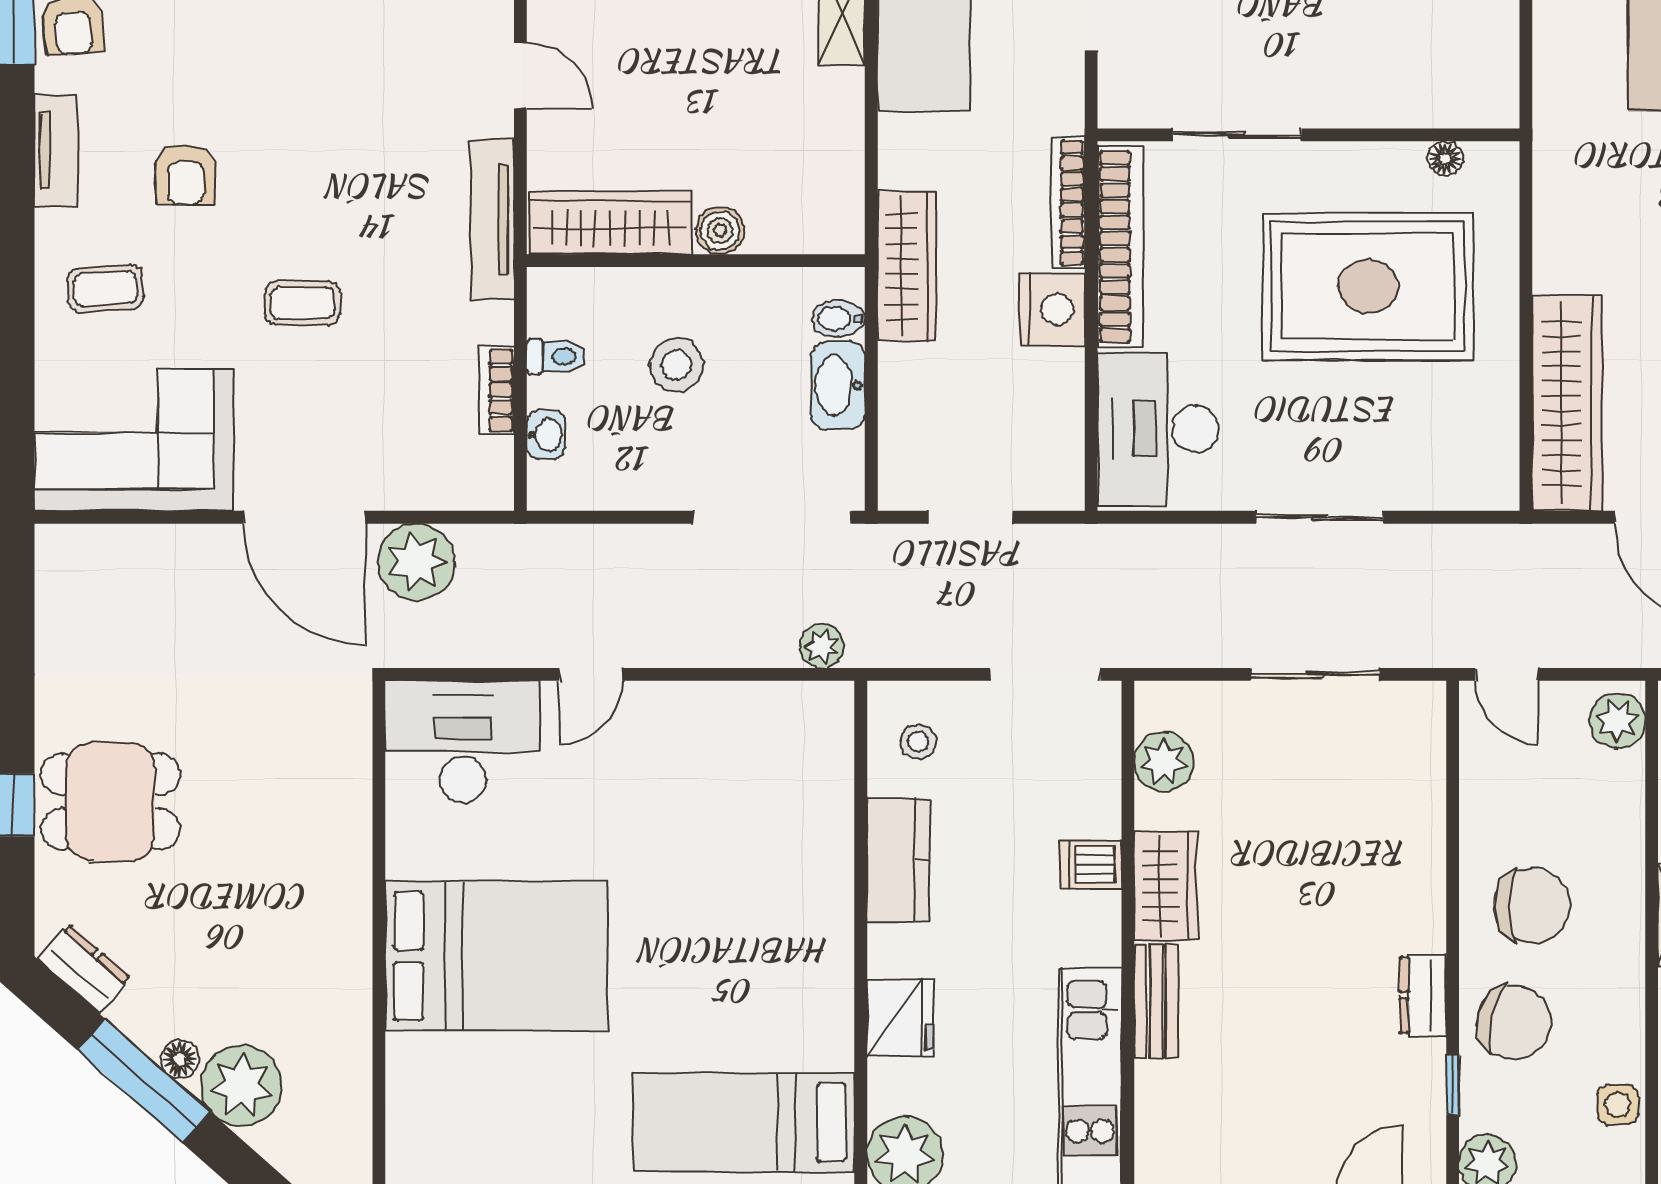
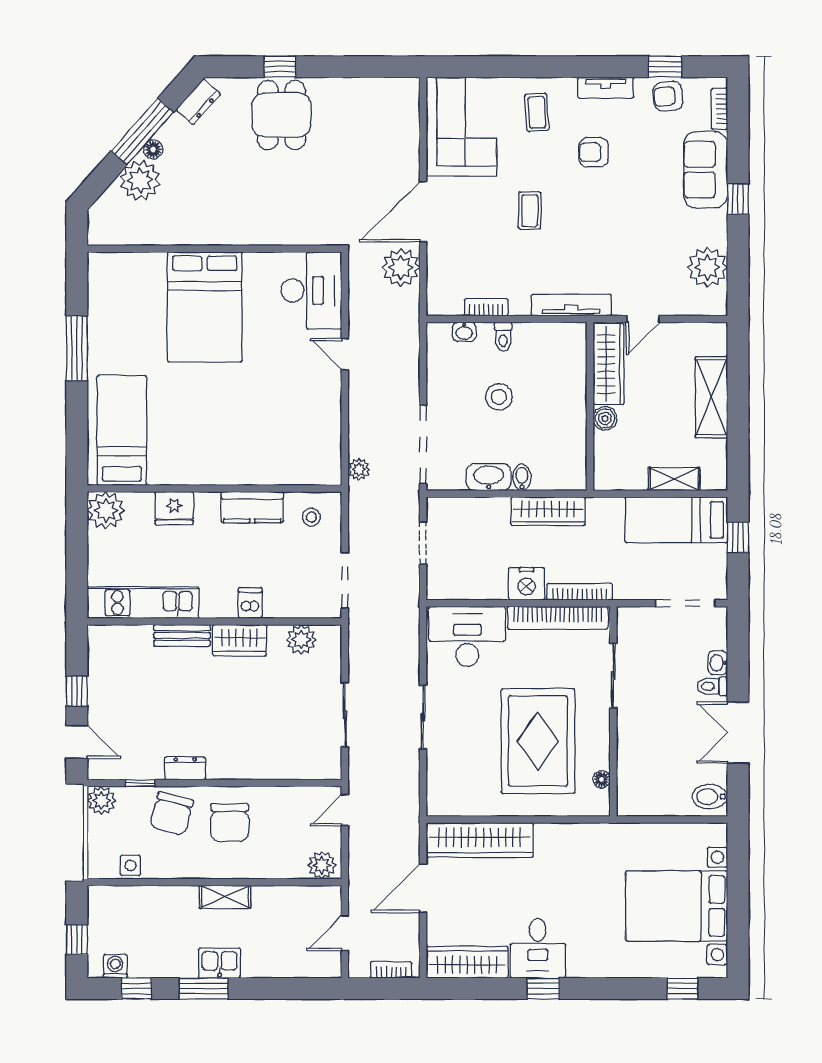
wardrobe: (611, 223) -> (609, 364), moved
boiler: (720, 230) -> (605, 418), moved
wall: (696, 261) -> (590, 406), moved

